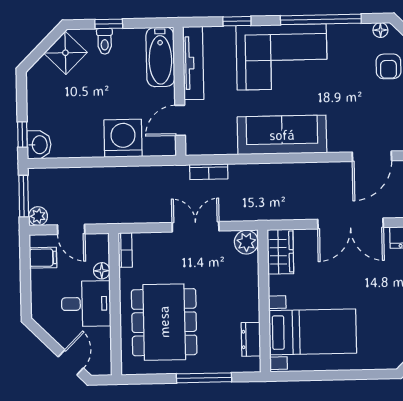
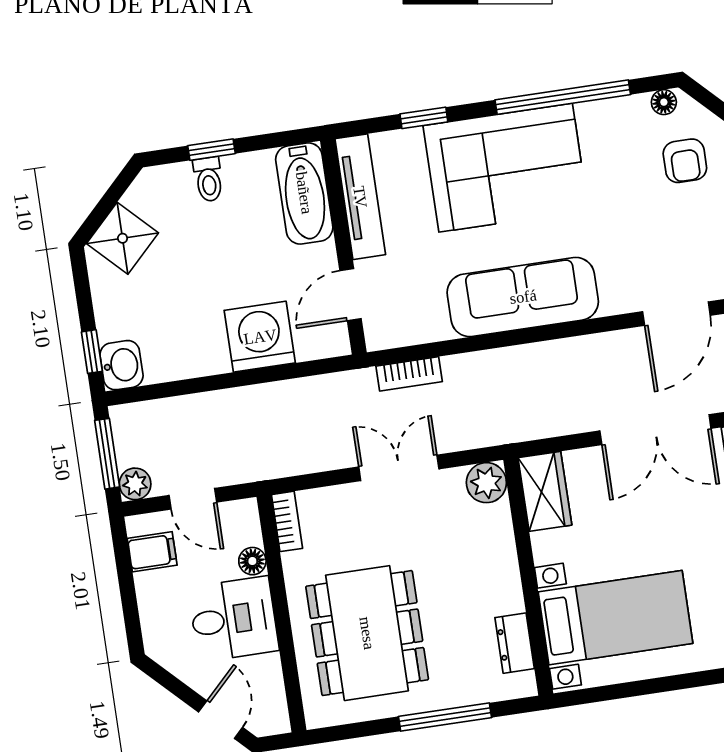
shower: (65, 53) -> (123, 238), moved

